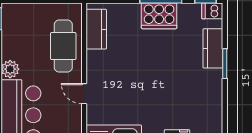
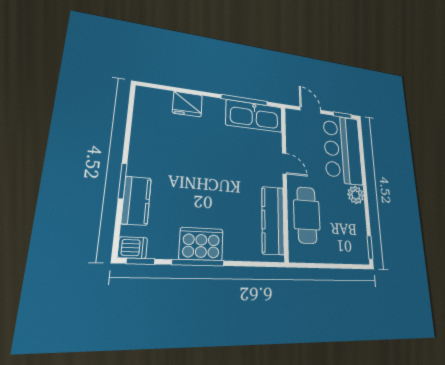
kitchen counter: (96, 29) -> (273, 220), width x1.50

